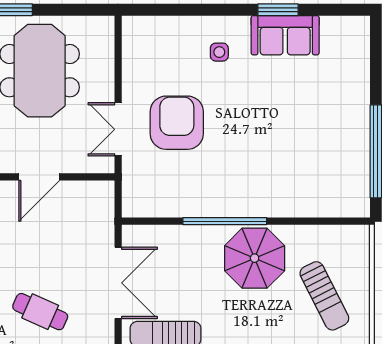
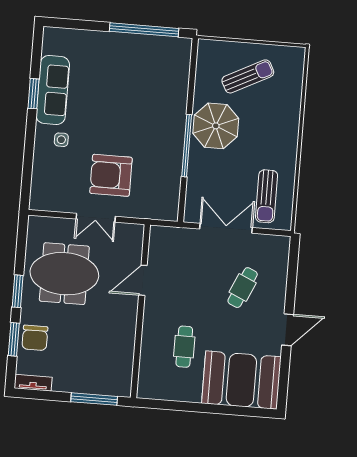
sofa: (285, 35) -> (53, 90), width x1.36
double door: (118, 129) -> (96, 218), moved
door: (39, 177) -> (143, 280), swing flipped

